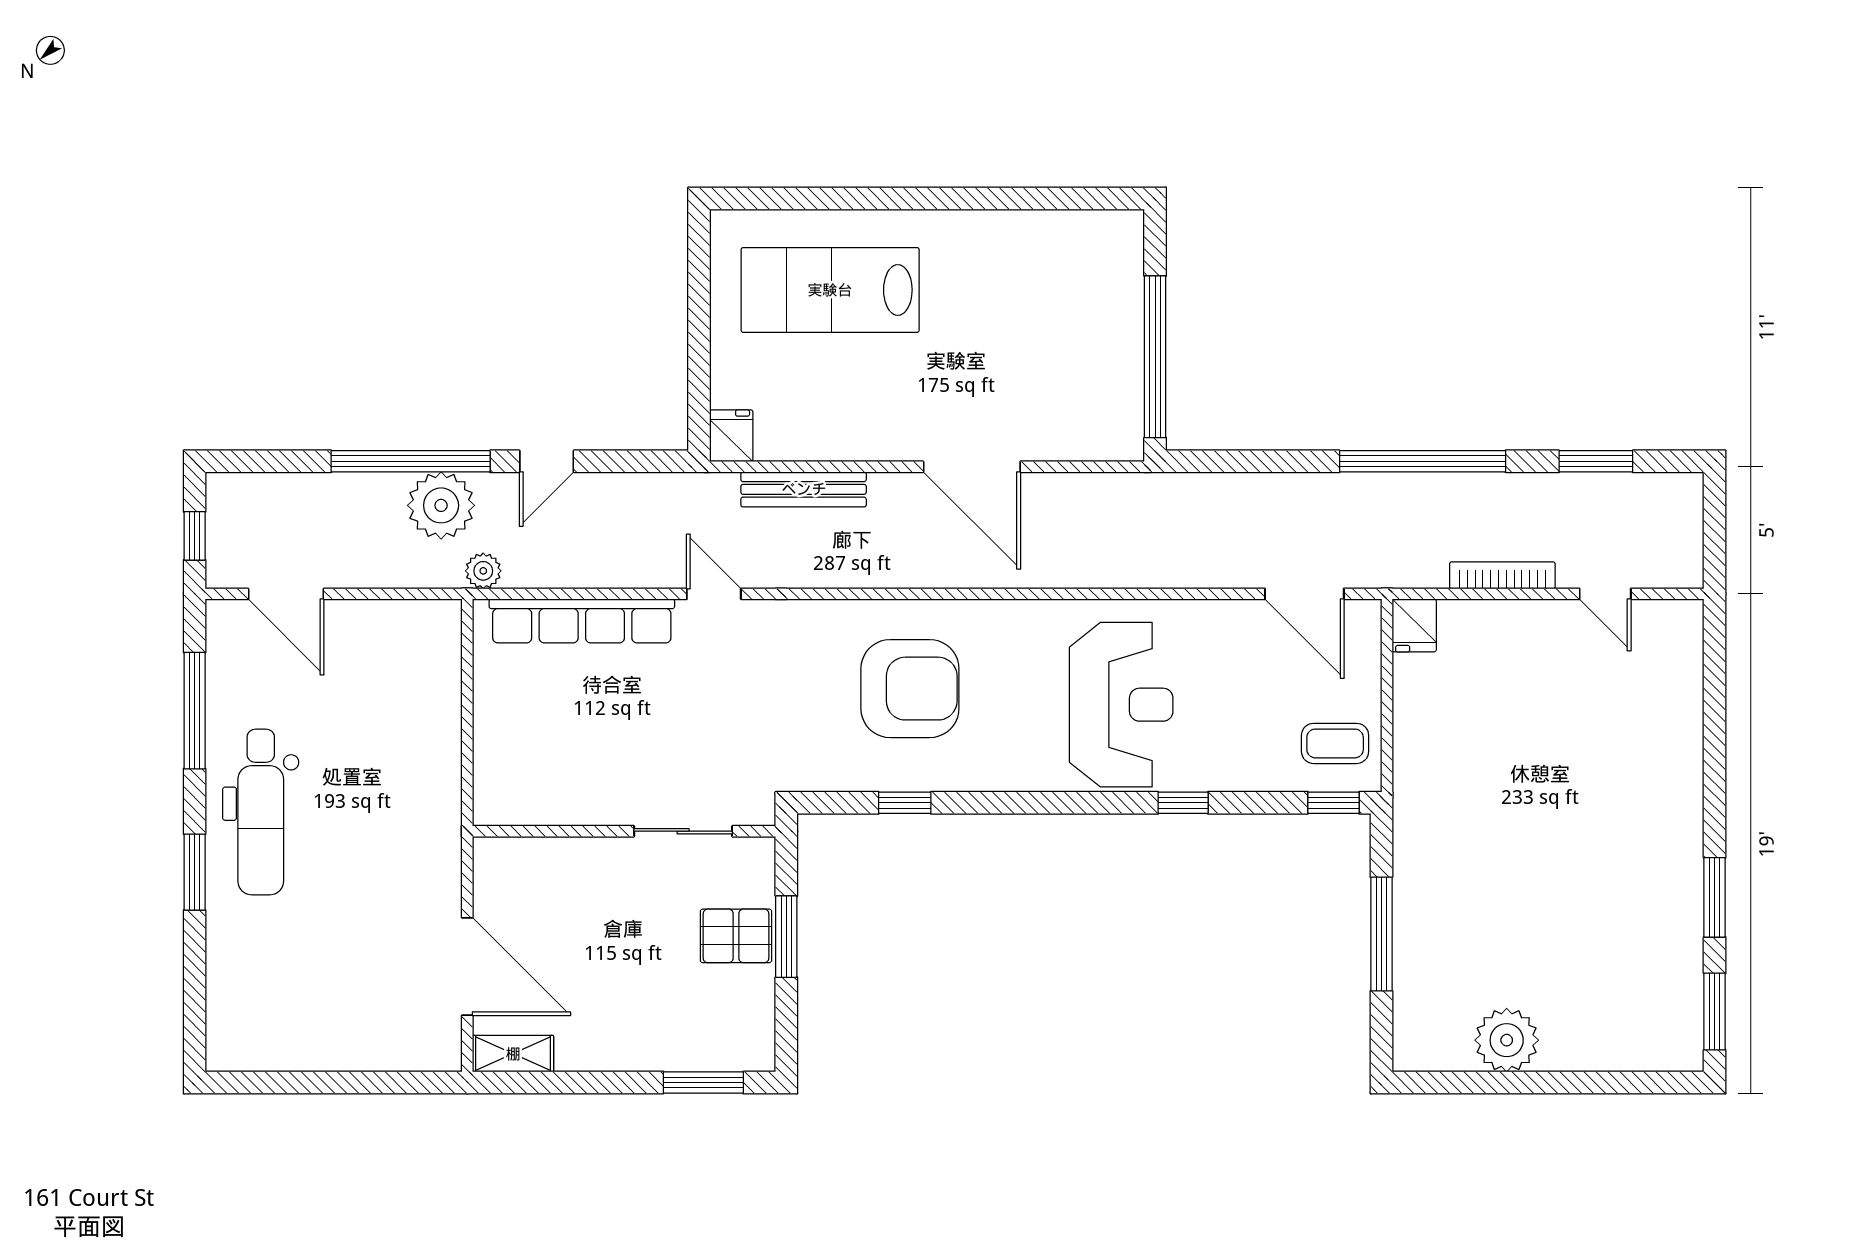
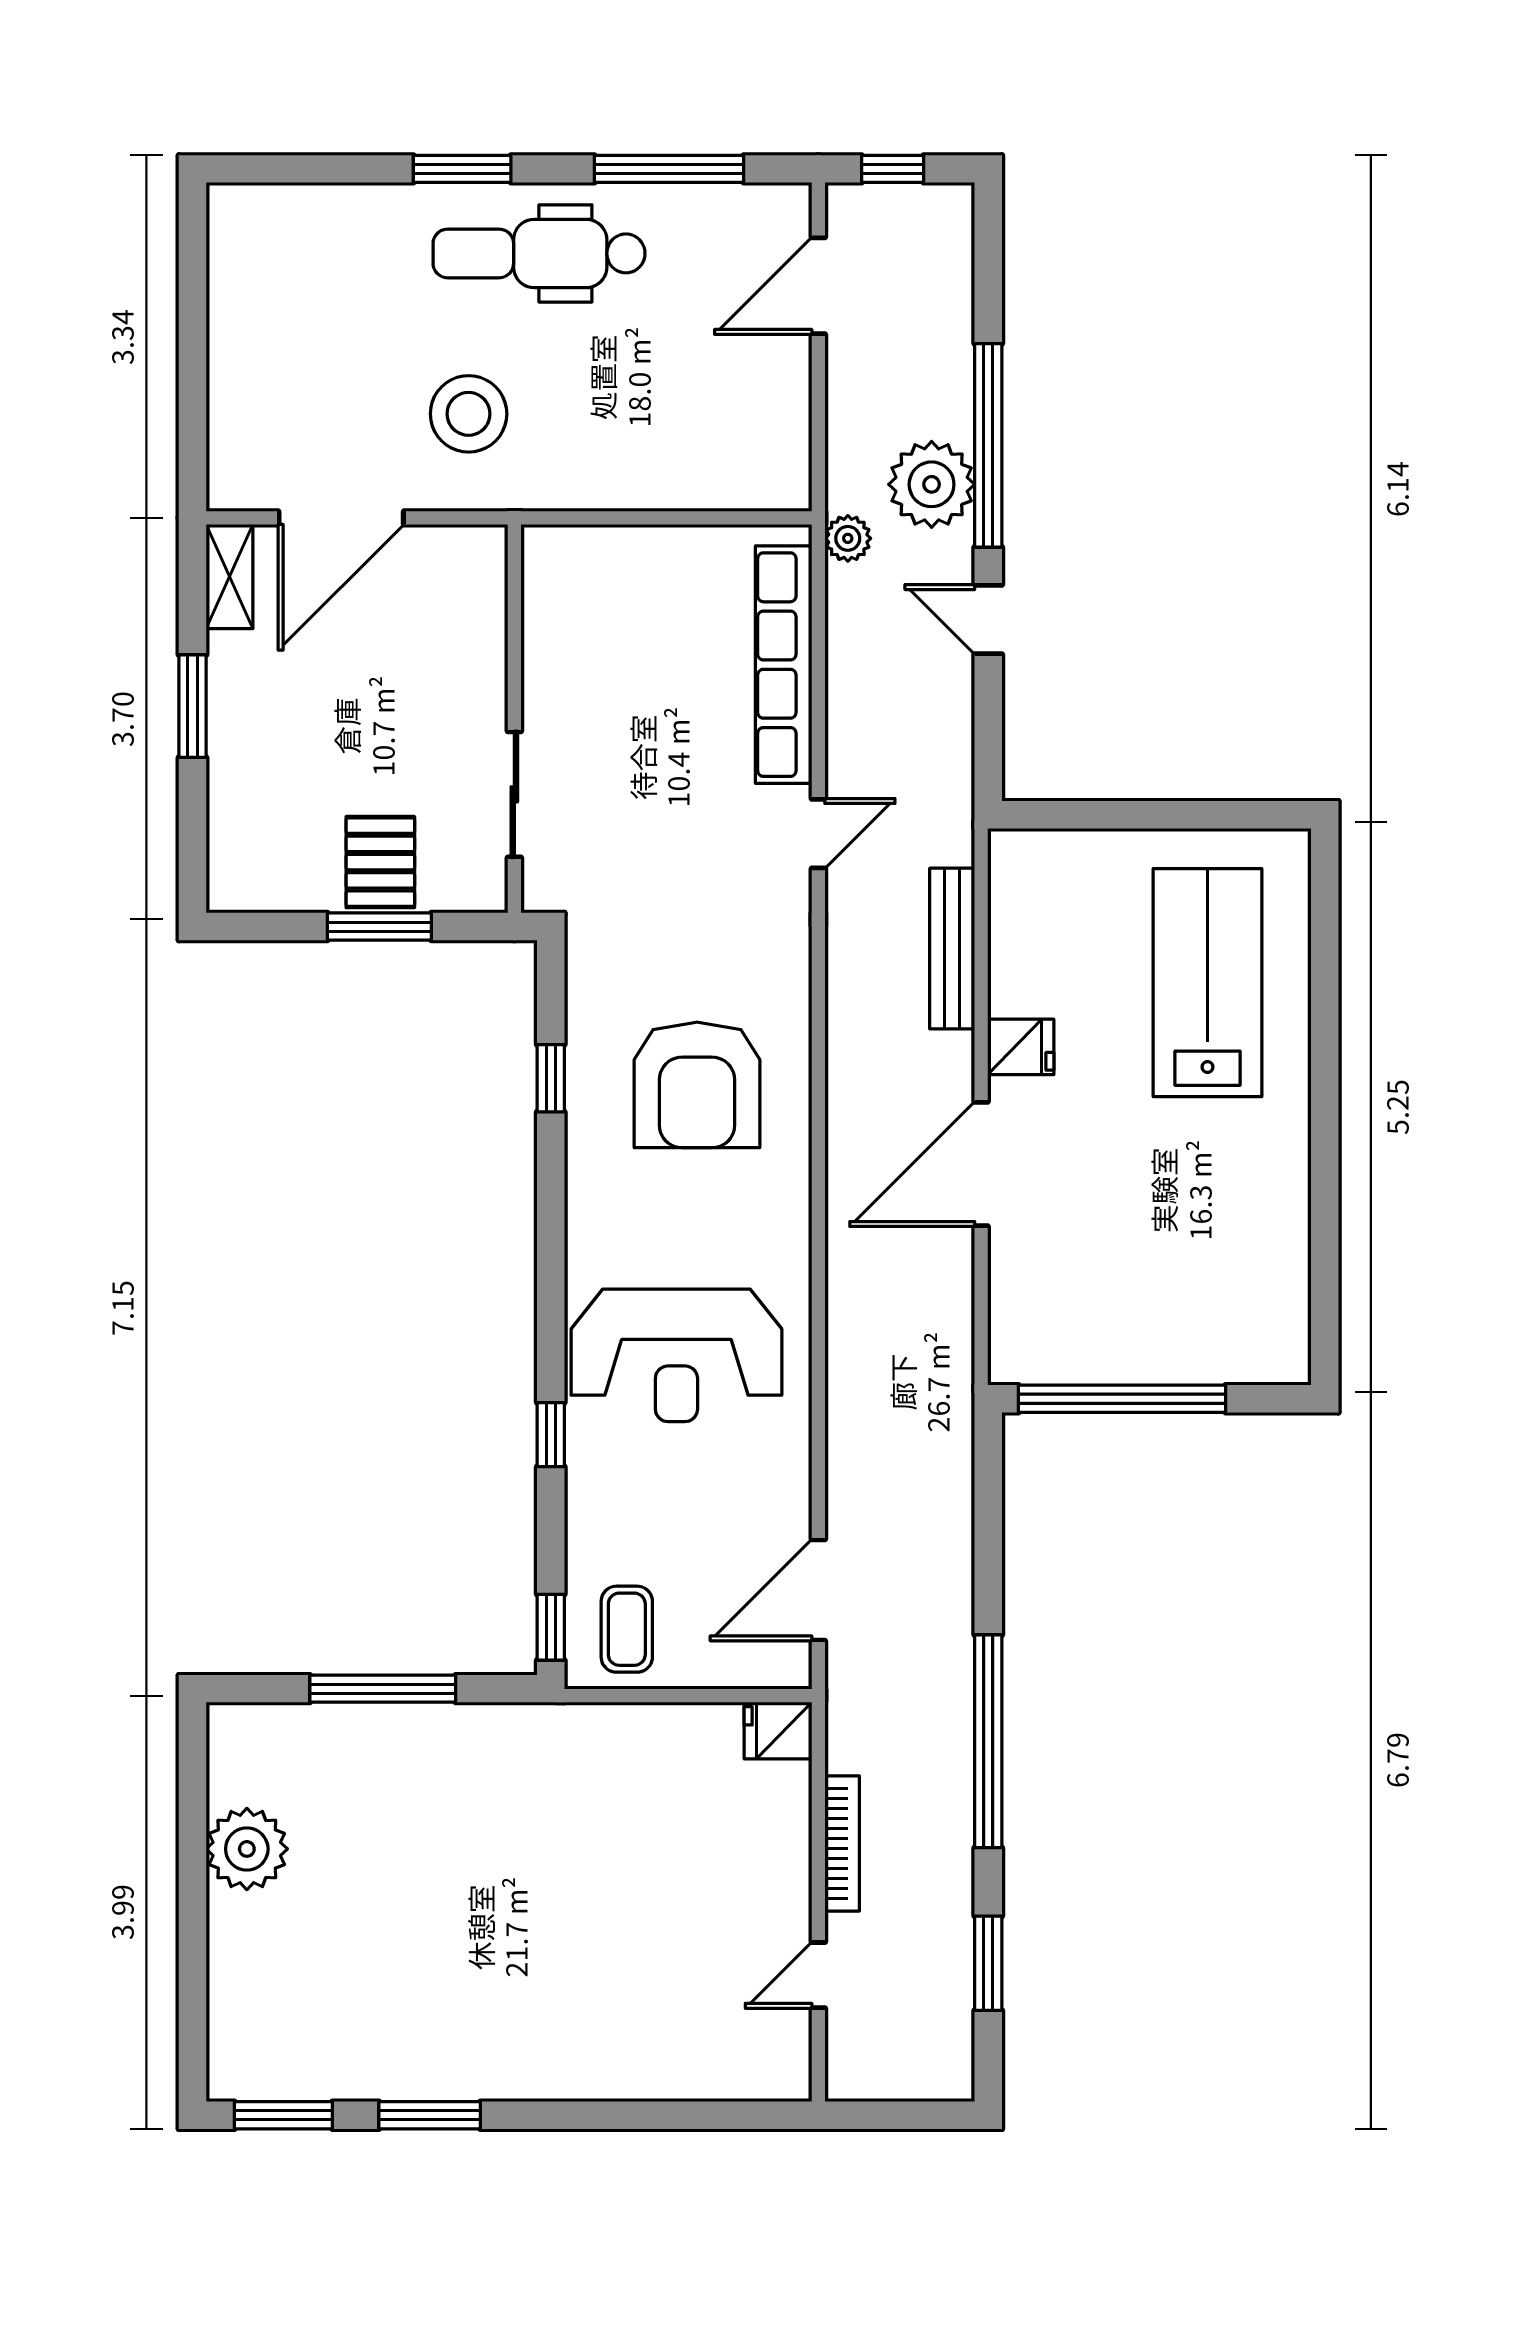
fridge: (731, 436) -> (1021, 1047), moved
stool: (386, 867) -> (469, 414), added
window: (703, 1083) -> (192, 706), moved

